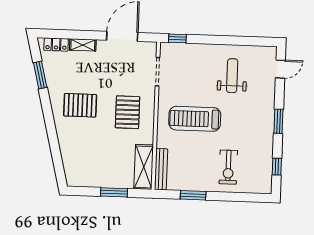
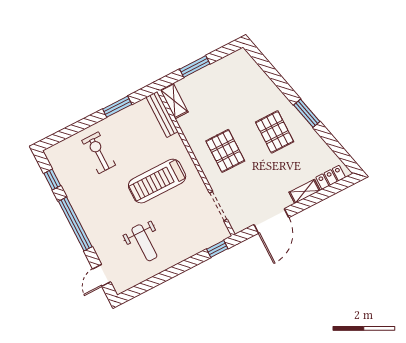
window: (40, 75) -> (307, 113), moved
pallet: (80, 105) -> (275, 132), turned 90
treadmill: (195, 119) -> (157, 181), turned 180
window: (278, 121) -> (75, 224), width x2.11
shelving: (144, 167) -> (174, 101), width x0.67, depth x0.75

